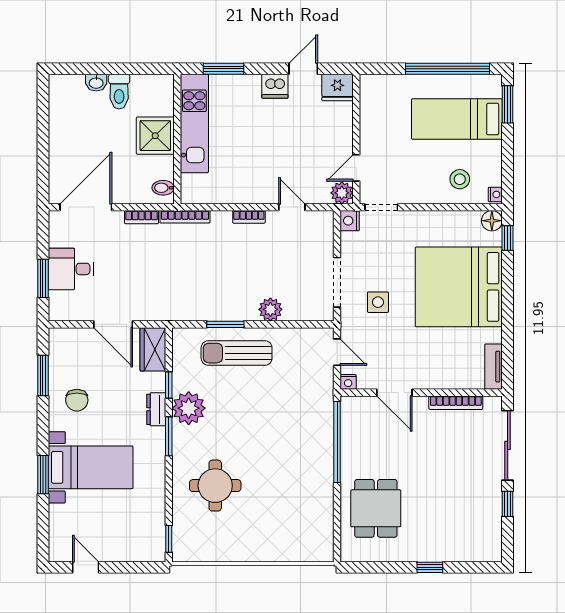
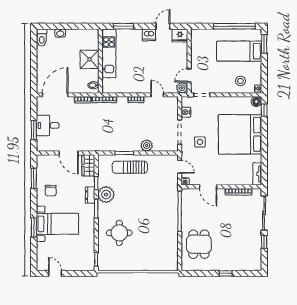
toilet: (119, 92) -> (42, 38), moved
nightstand: (350, 221) -> (186, 112), moved

